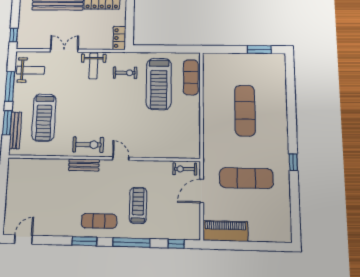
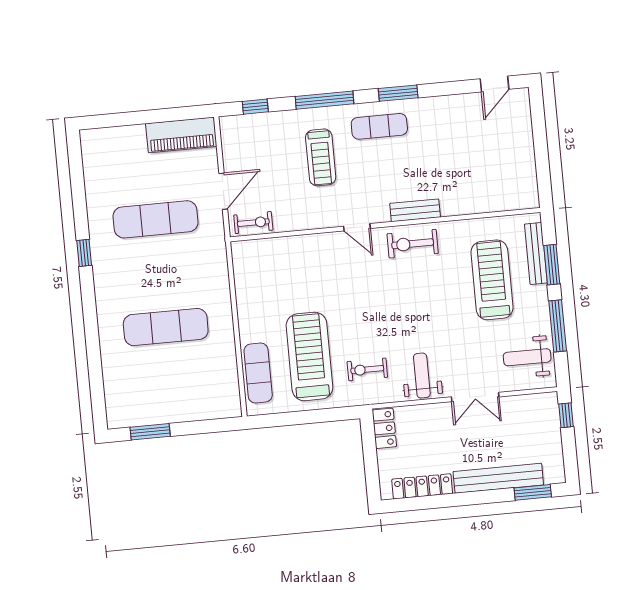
exercise mat: (245, 111) -> (166, 327), turned 90

